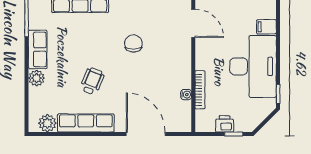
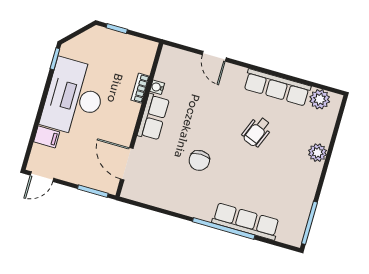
row of seats: (38, 49) -> (153, 117), moved, turned 180
bookcase: (200, 90) -> (140, 88), width x0.64
printer: (225, 124) -> (124, 43), removed
door: (146, 134) -> (214, 56), width x0.53

